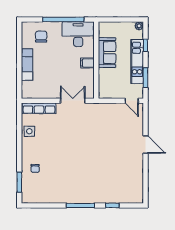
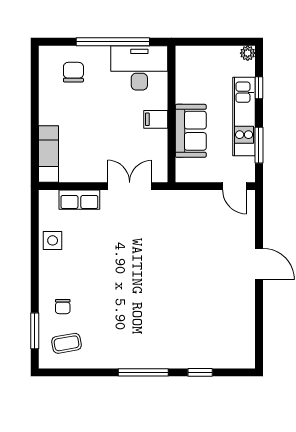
sofa: (107, 53) -> (191, 131), moved
exam couch: (27, 65) -> (48, 154), moved
row of seats: (39, 108) -> (79, 200), width x0.68
coffee table: (37, 189) -> (67, 343), added

